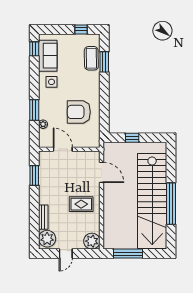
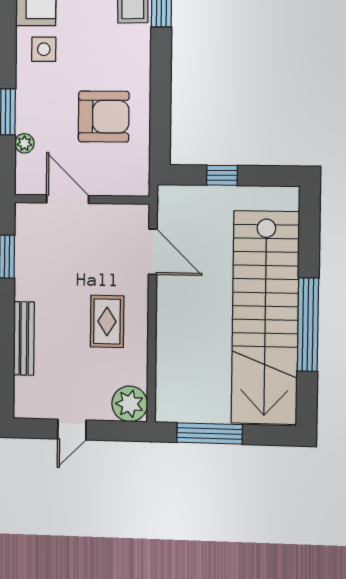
armchair: (79, 112) -> (104, 117), turned 180
rug: (81, 204) -> (107, 321), turned 90
bench: (43, 217) -> (24, 338), width x1.36
plant: (47, 239) -> (32, 396), removed

